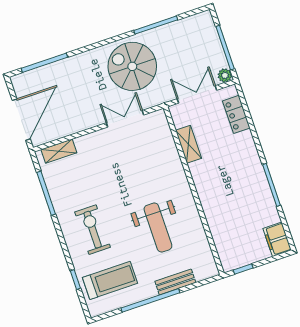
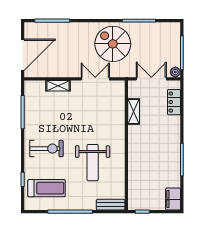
shelving: (59, 151) -> (58, 86), moved
exercise bike: (93, 230) -> (46, 149), turned 90
bench: (175, 282) -> (111, 205), moved

